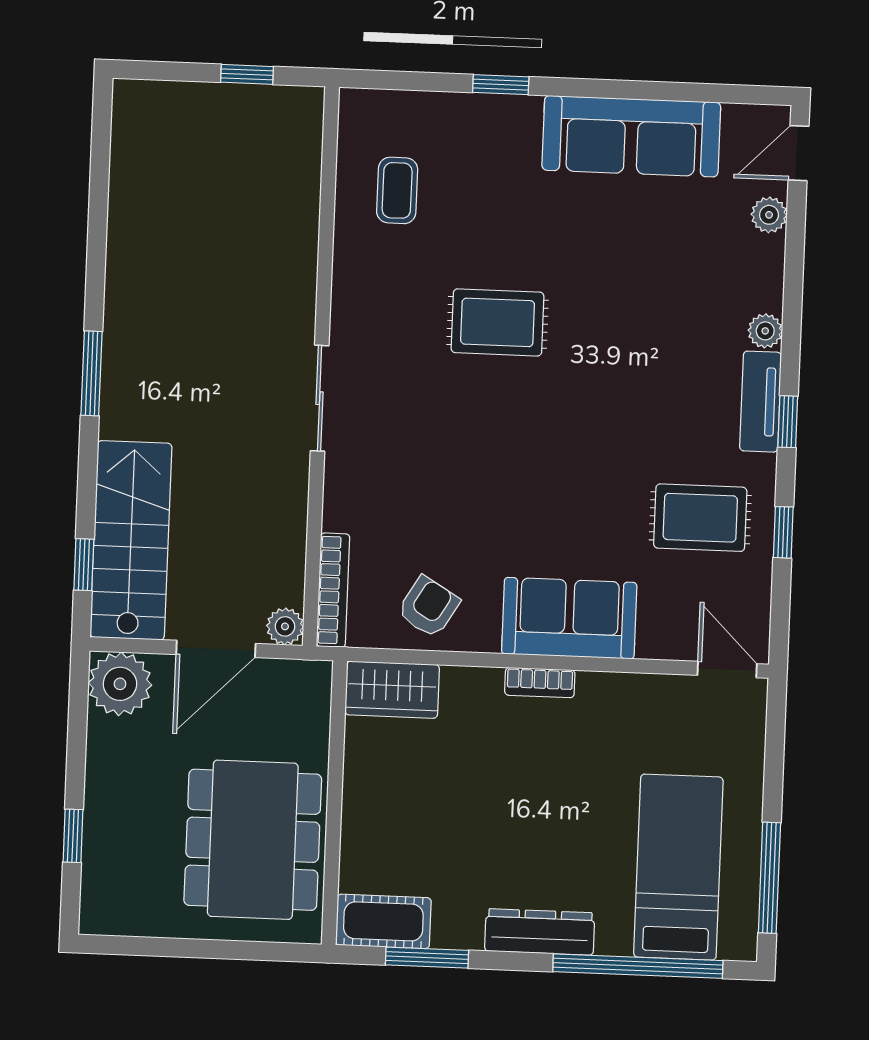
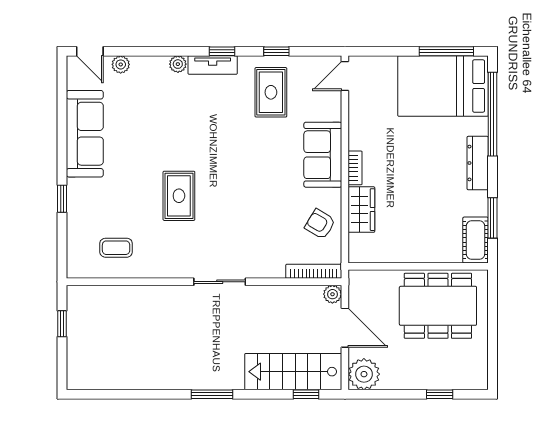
wardrobe: (392, 690) -> (361, 210), moved
bed: (678, 867) -> (443, 86), width x1.50

